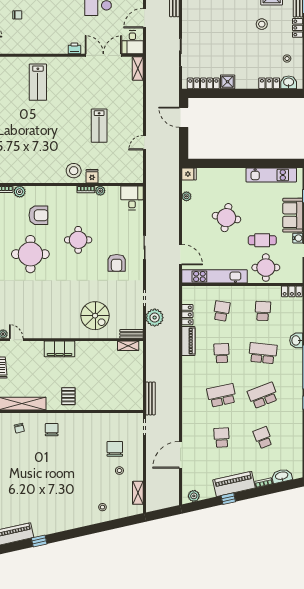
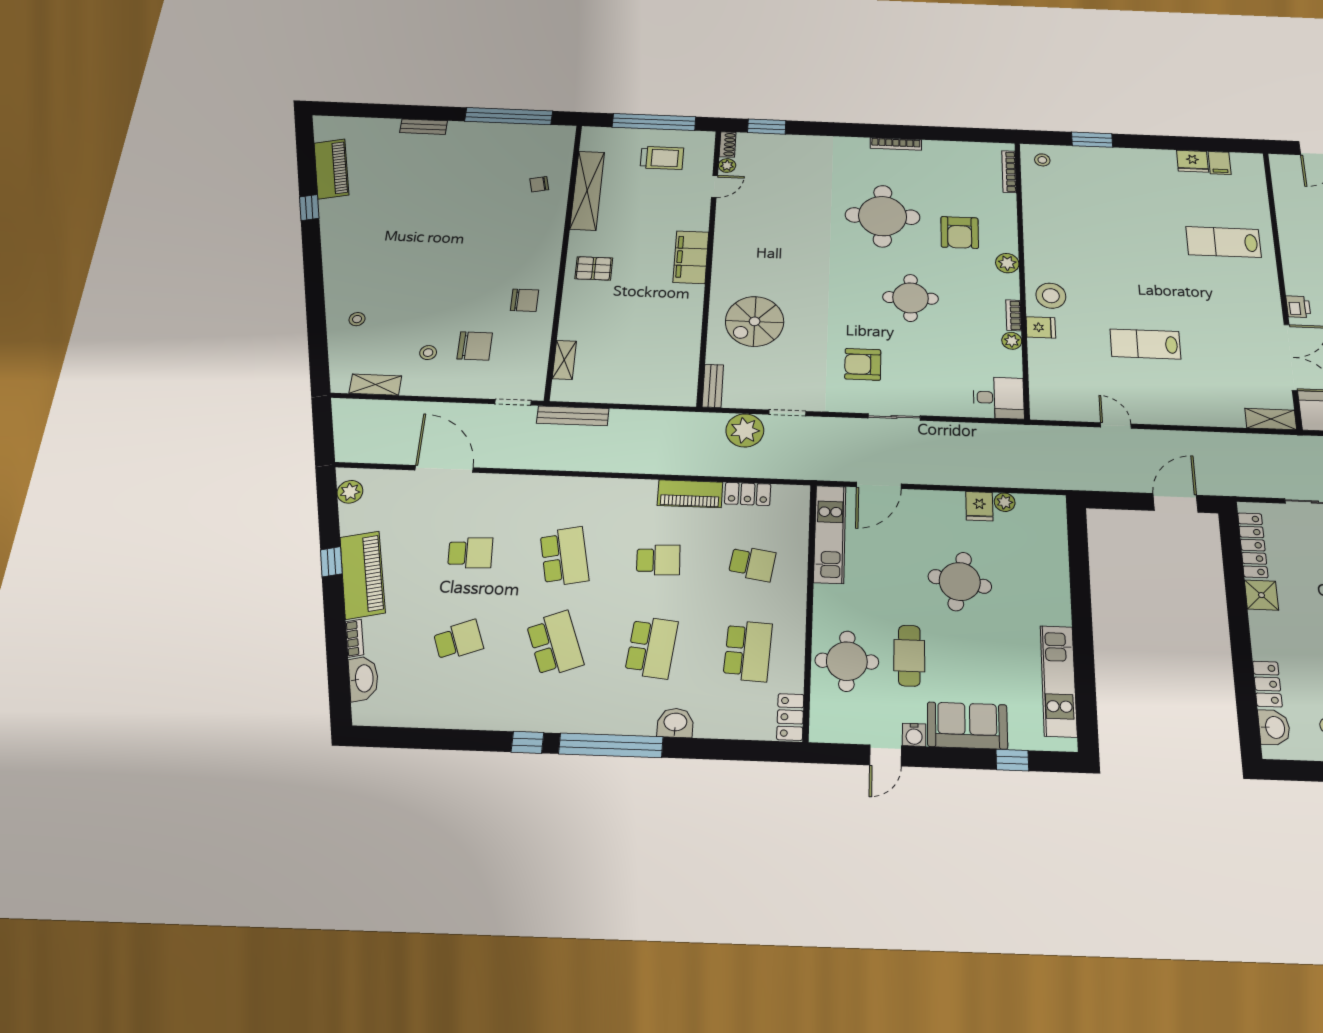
fridge: (189, 174) -> (979, 506), moved
plant: (20, 192) -> (1007, 263), moved
kitchen unit: (214, 276) -> (830, 534), width x0.73
school desk: (263, 311) -> (748, 651), width x1.85
shelving: (128, 346) -> (564, 360), moved
chair: (52, 430) -> (525, 300), moved

